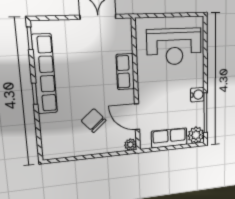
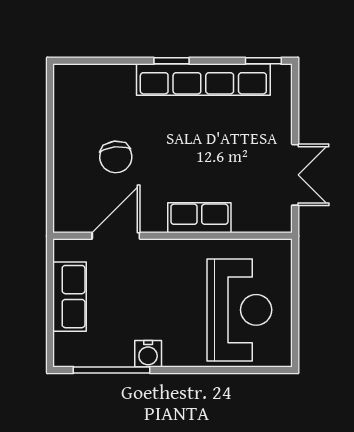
reception desk: (174, 47) -> (239, 310), turned 180
chair: (94, 121) -> (116, 157), turned 125
plant: (196, 135) -> (70, 350), removed
plant: (130, 145) -> (64, 221), removed

